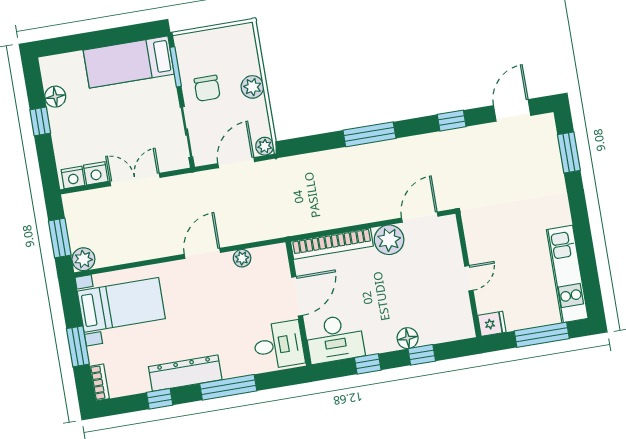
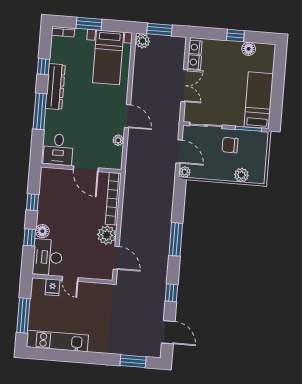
plant: (252, 87) -> (241, 175), moved
fridge: (492, 324) -> (53, 287), moved
desk: (335, 339) -> (48, 257), moved

